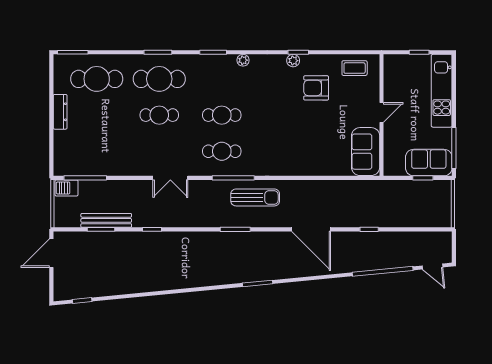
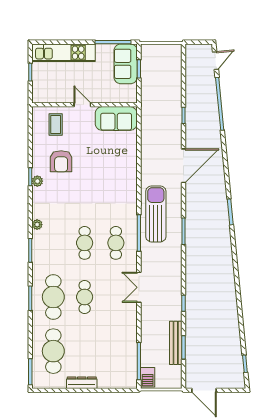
coffee table: (355, 68) -> (56, 125), moved
double door: (170, 178) -> (139, 287), swing flipped
sun lounger: (255, 197) -> (156, 214), width x1.36, depth x1.34

